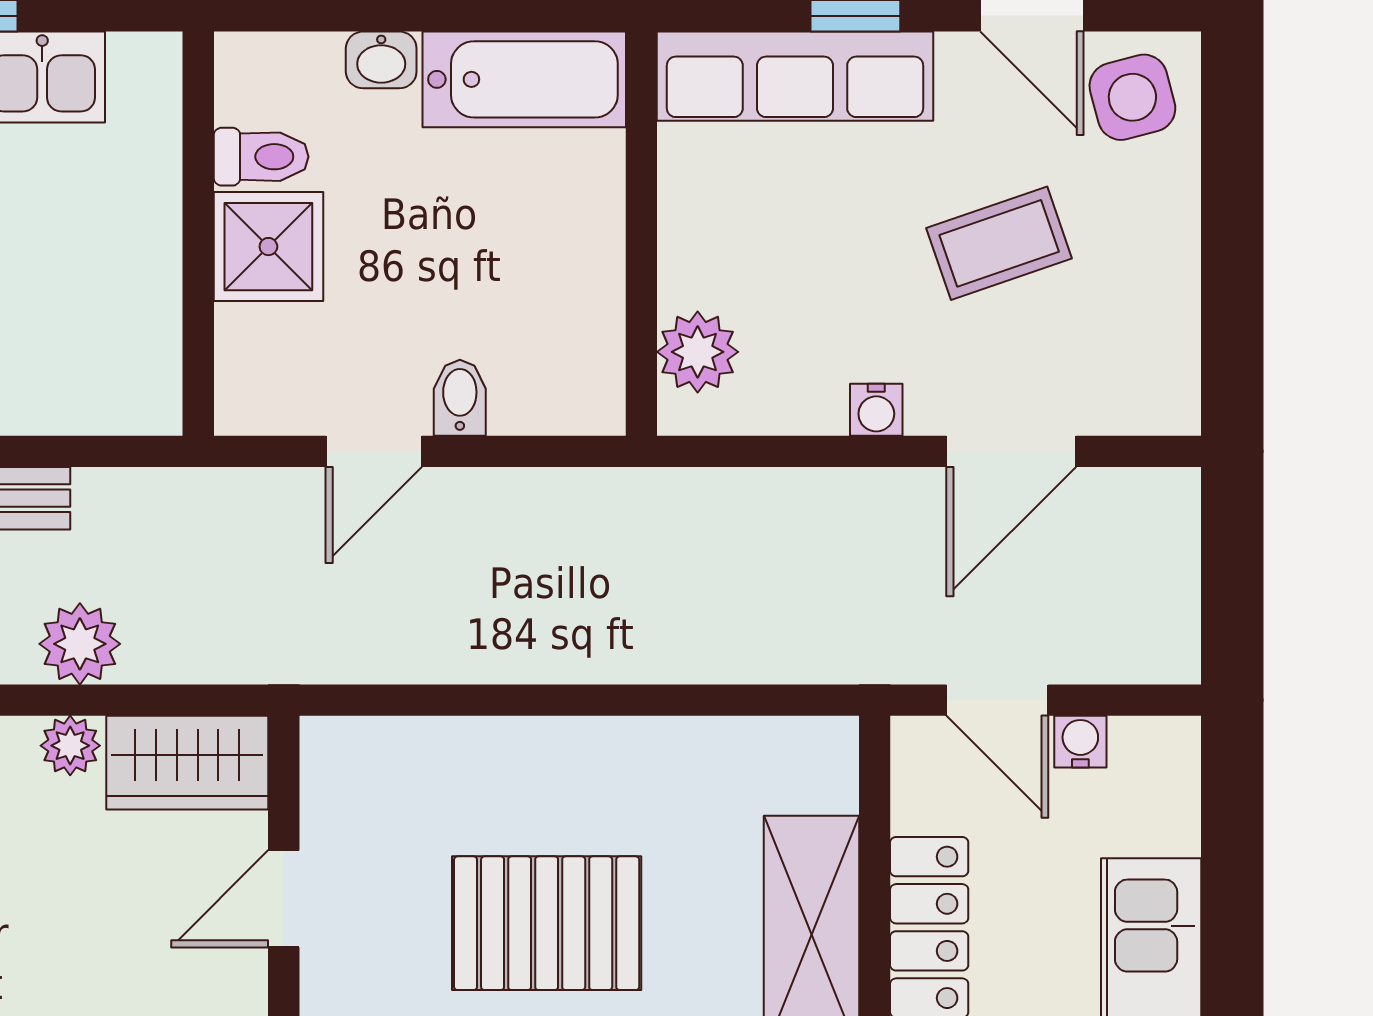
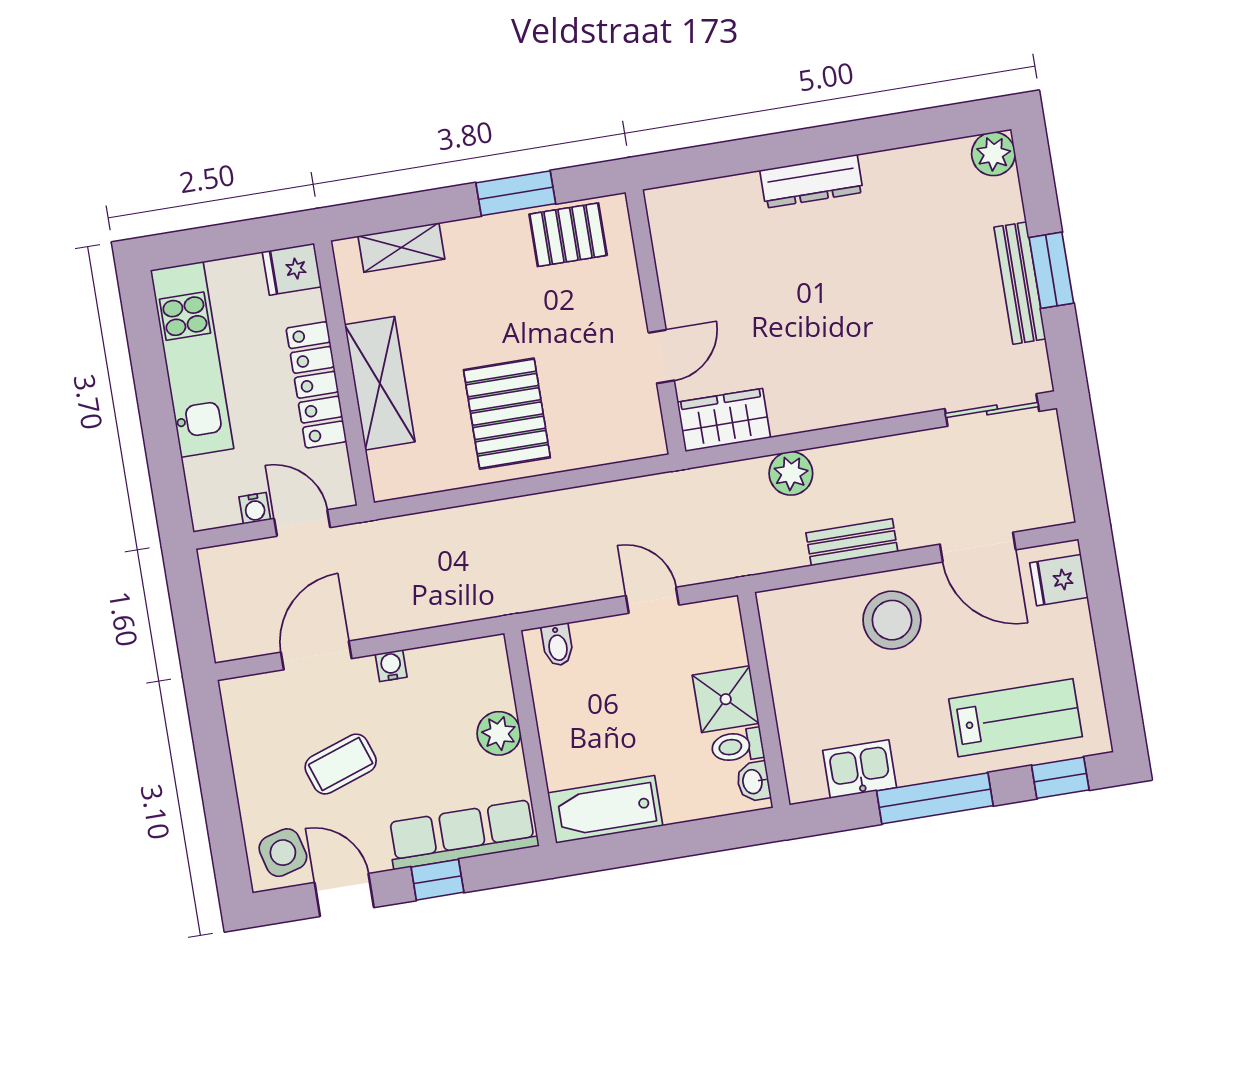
washbasin: (381, 60) -> (753, 782), moved, turned -90
plant: (698, 352) -> (499, 733), moved
bidet: (460, 398) -> (558, 645), moved
door: (374, 451) -> (652, 600), hinge flipped
plant: (70, 746) -> (787, 419), removed
pallet: (547, 923) -> (507, 414), moved, turned 90

